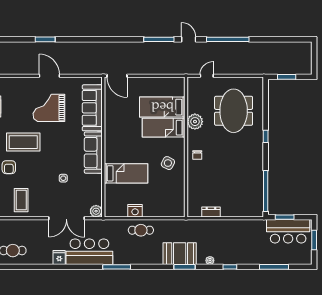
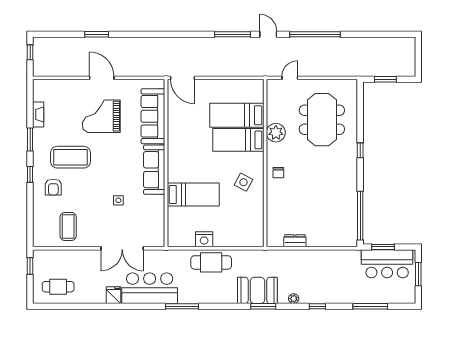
plant: (96, 211) -> (158, 240), removed
cafe table: (141, 230) -> (211, 262), width x1.37, depth x1.35

